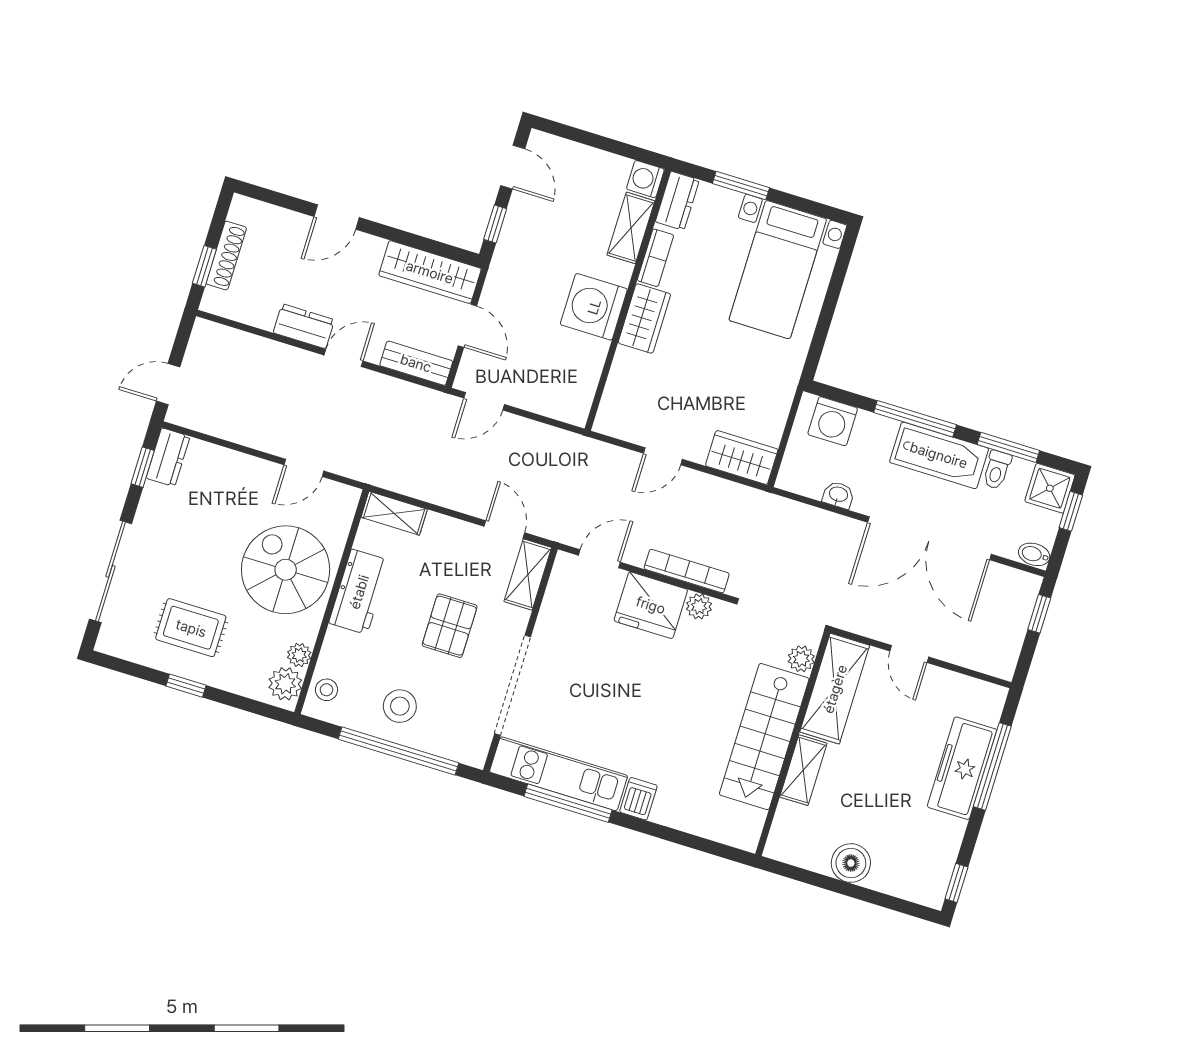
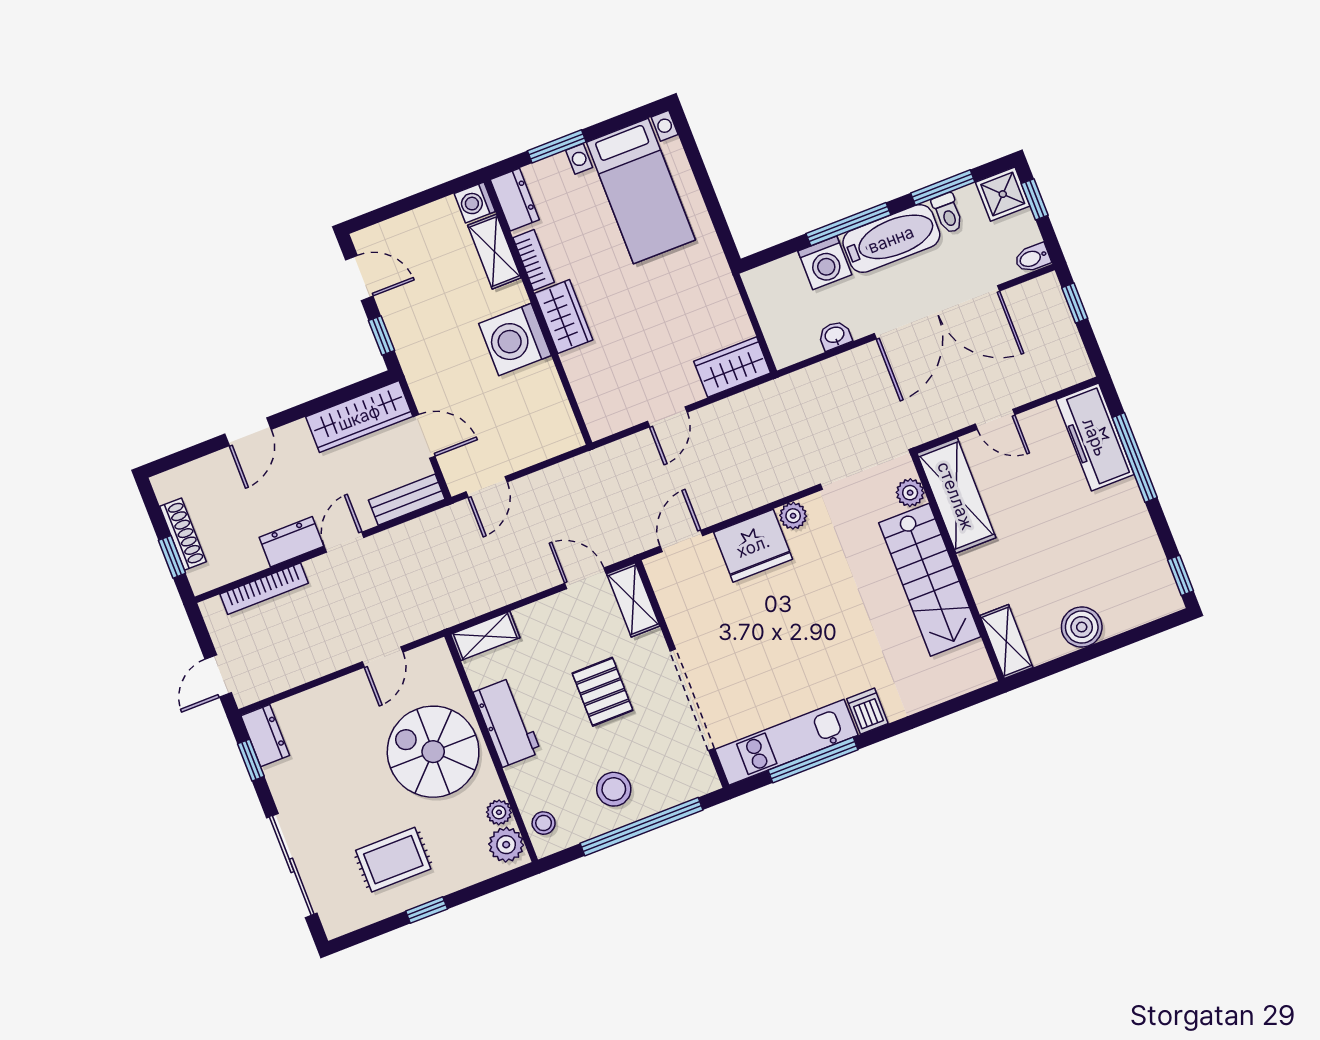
washing machine: (833, 421) -> (825, 263), moved
bookcase: (687, 571) -> (264, 589), moved, turned 180
freezer: (962, 768) -> (1095, 437), moved
shelving: (803, 770) -> (1006, 641), moved

